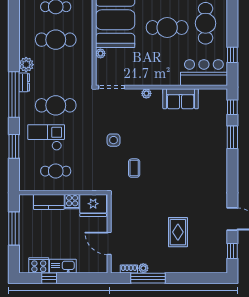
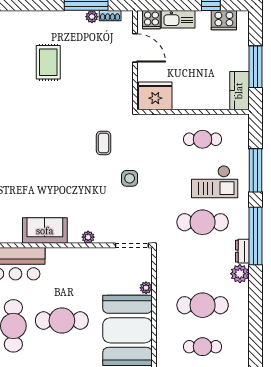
window: (14, 146) -> (255, 170), width x1.44
kitchen counter: (49, 202) -> (239, 91), moved, turned -90
cooker: (72, 202) -> (151, 20), moved, turned 180
kitchen sink: (63, 266) -> (178, 19), moved

